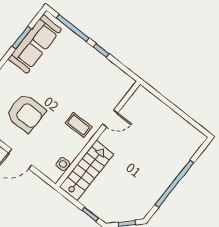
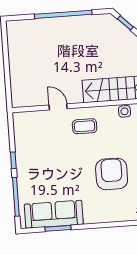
coffee table: (79, 125) -> (85, 126), turned 90

